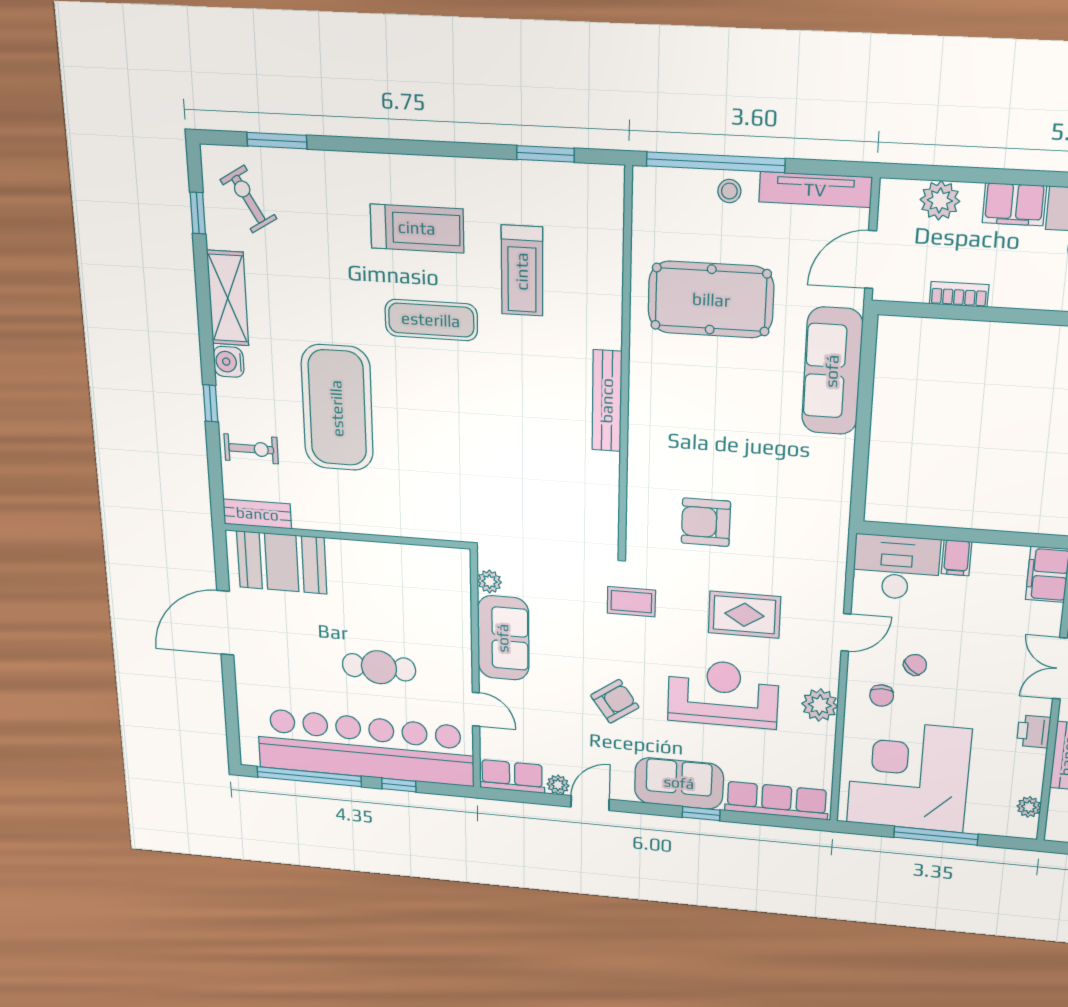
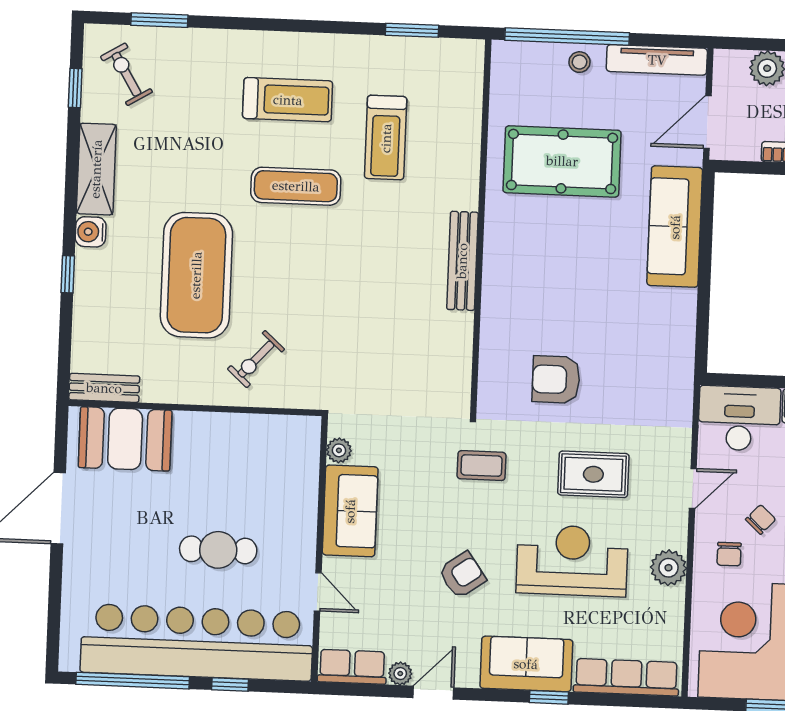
exercise bike: (251, 449) -> (256, 359), moved, turned 132

